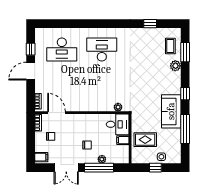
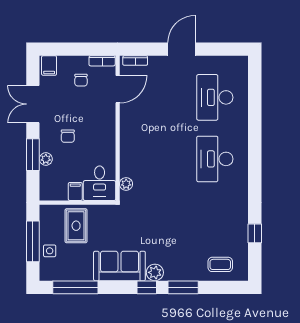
window: (31, 49) -> (216, 49), removed
desk: (102, 50) -> (215, 159), turned 180
window: (185, 52) -> (183, 287), moved
plant: (175, 66) -> (155, 272), moved
door: (31, 71) -> (182, 49), hinge flipped
window: (185, 129) -> (75, 287), moved
window: (99, 168) -> (33, 155), width x0.69
window: (155, 168) -> (33, 241), width x2.17

